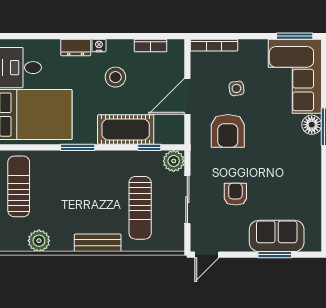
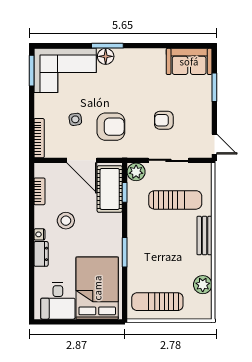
cot: (126, 129) -> (110, 189), moved
sofa: (277, 236) -> (189, 61), moved, turned -90

